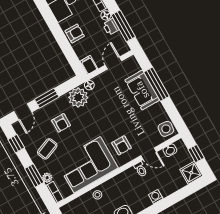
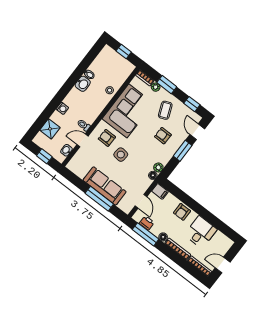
printer: (111, 27) -> (147, 223), moved
sofa: (142, 90) -> (105, 186), width x1.36
plant: (78, 98) -> (158, 167), width x0.53, depth x0.53
side table: (166, 129) -> (121, 155), moved
shower: (191, 173) -> (50, 129), moved

